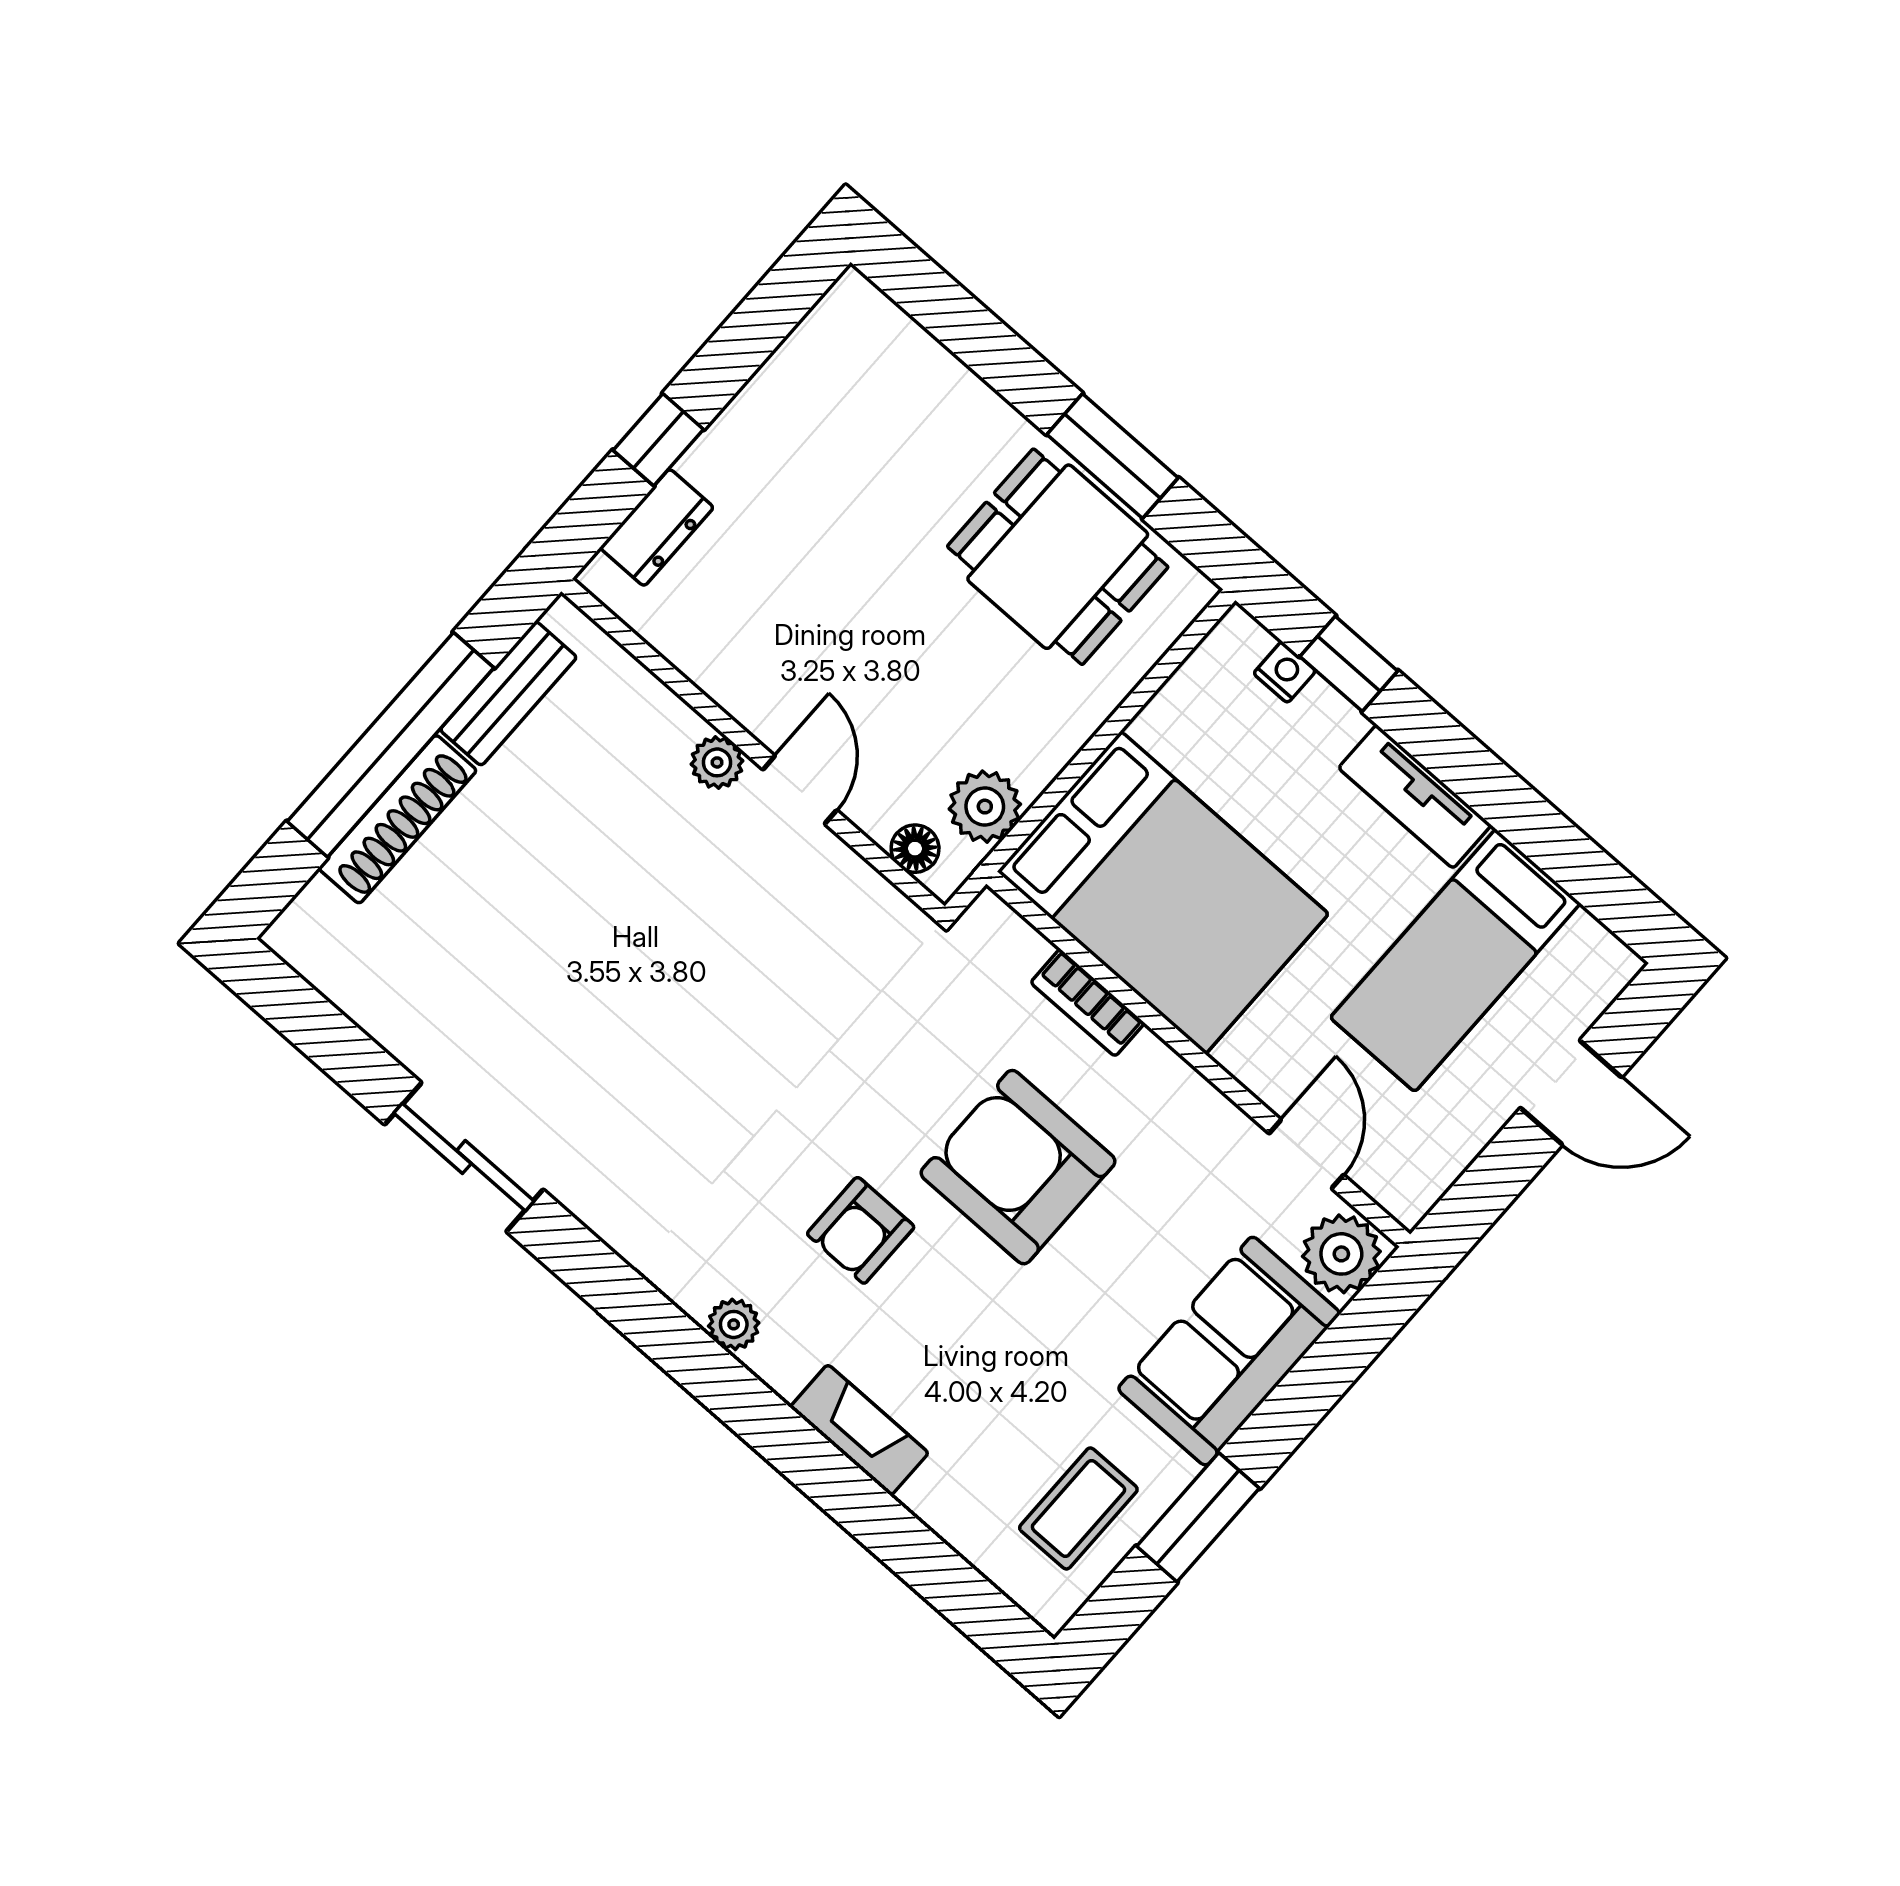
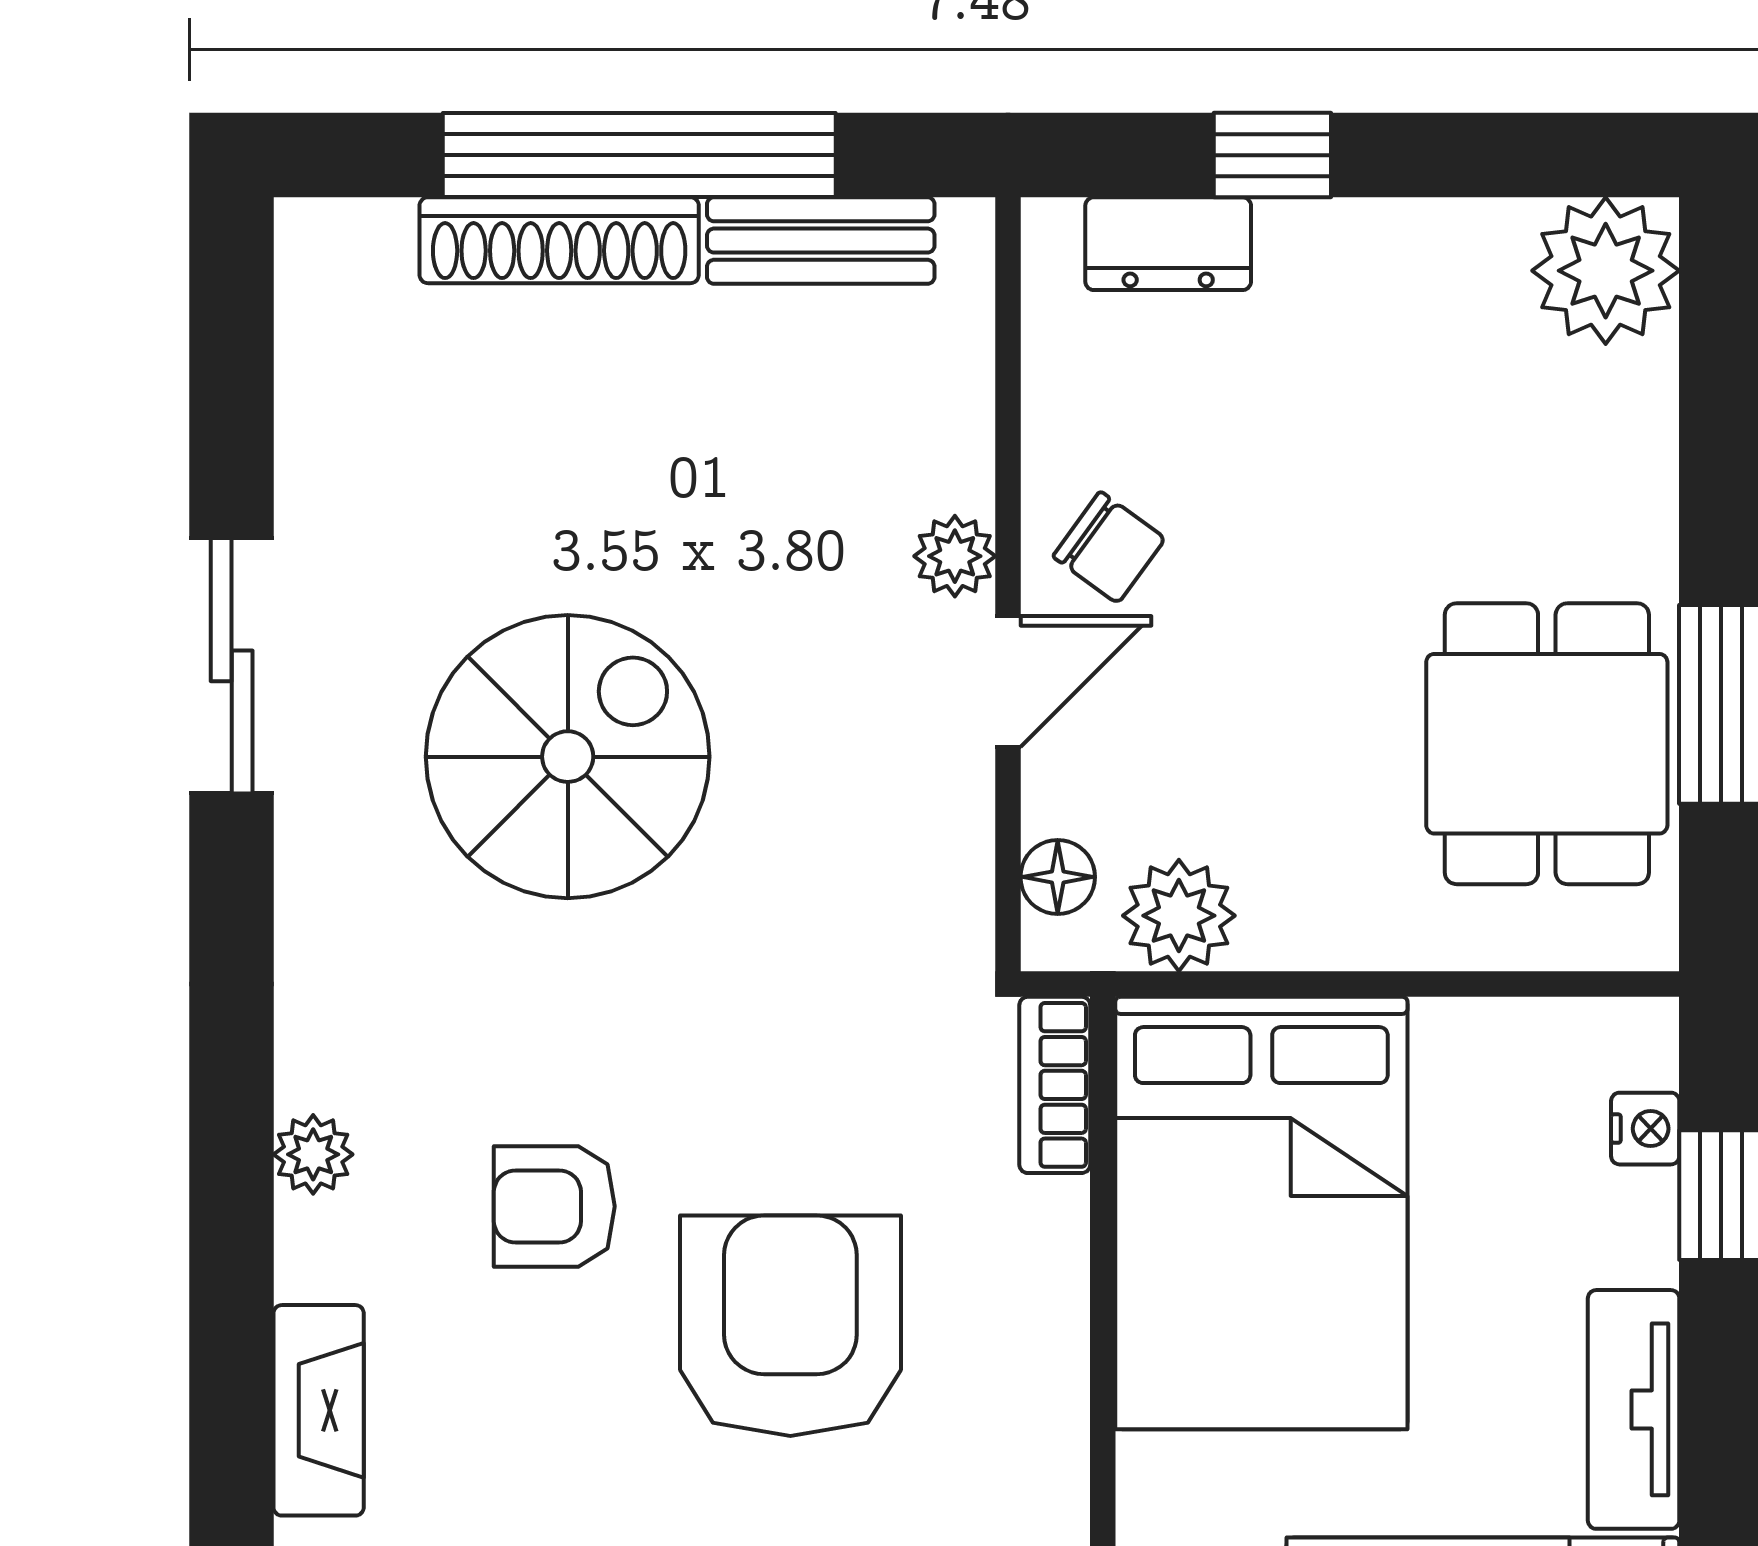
plant: (855, 328) -> (1606, 271), added
chair: (778, 684) -> (1109, 547), added
bookcase: (1088, 1003) -> (1055, 1085), moved
spiral stairs: (650, 1034) -> (568, 757), added

